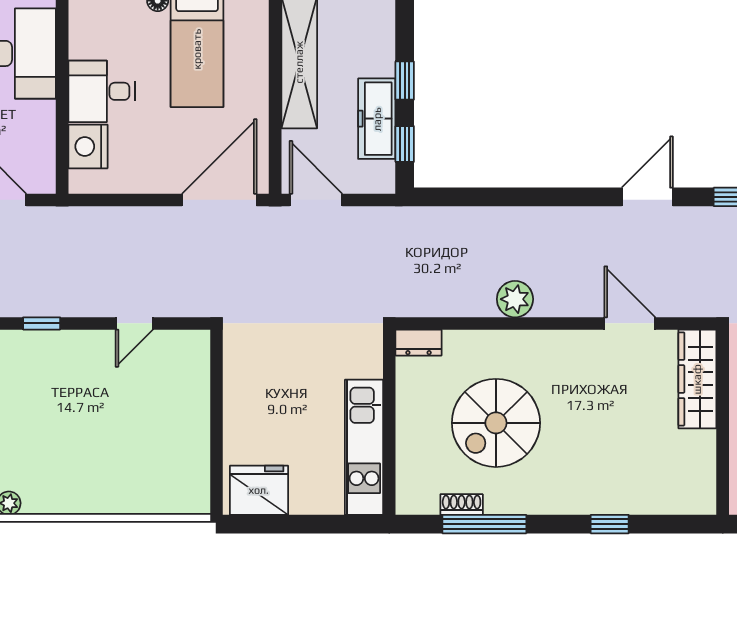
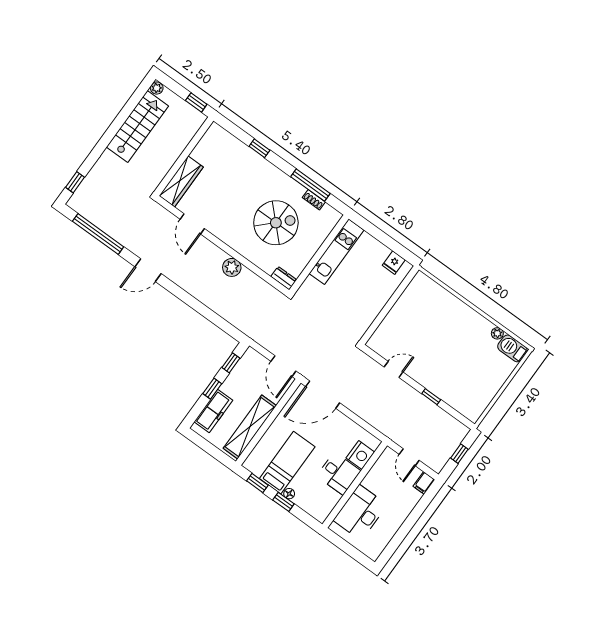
freezer: (377, 119) -> (213, 411), moved
fridge: (259, 490) -> (394, 263), width x0.53, depth x0.75

